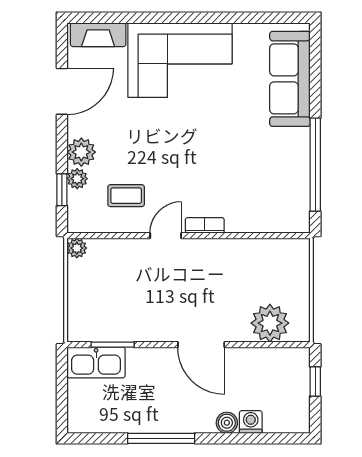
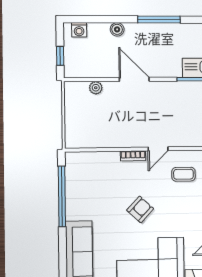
armchair: (195, 142) -> (140, 209), added
plant: (270, 323) -> (96, 88), width x0.53, depth x0.53
washing machine: (251, 422) -> (79, 30), moved

